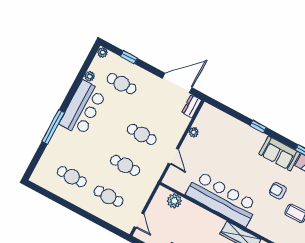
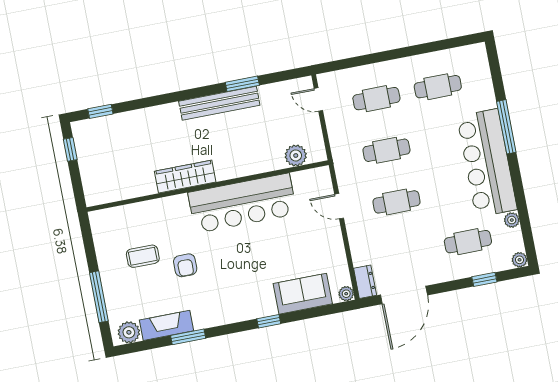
bar counter: (83, 108) -> (487, 163), width x1.36
plant: (194, 132) -> (346, 294), moved
sofa: (279, 153) -> (303, 294), moved
armchair: (278, 191) -> (185, 265), turned 90

